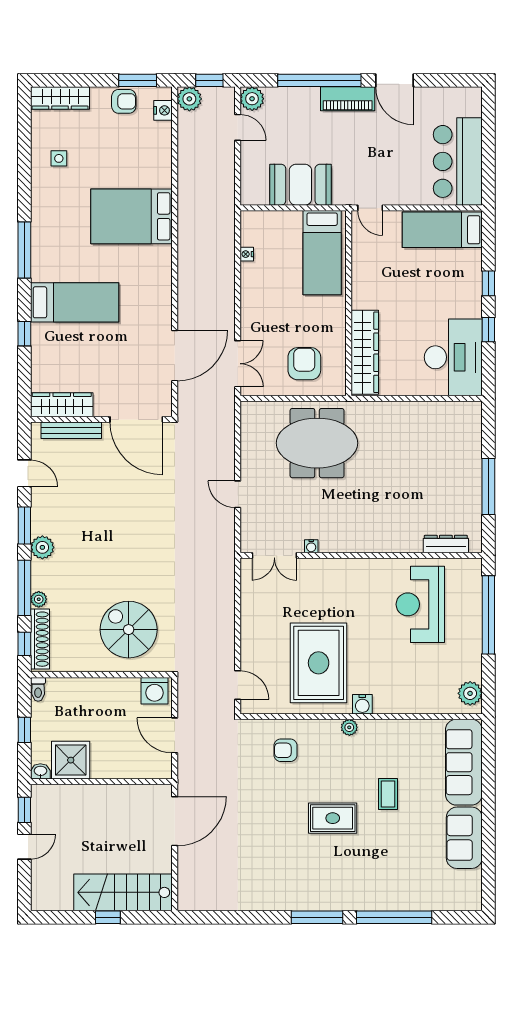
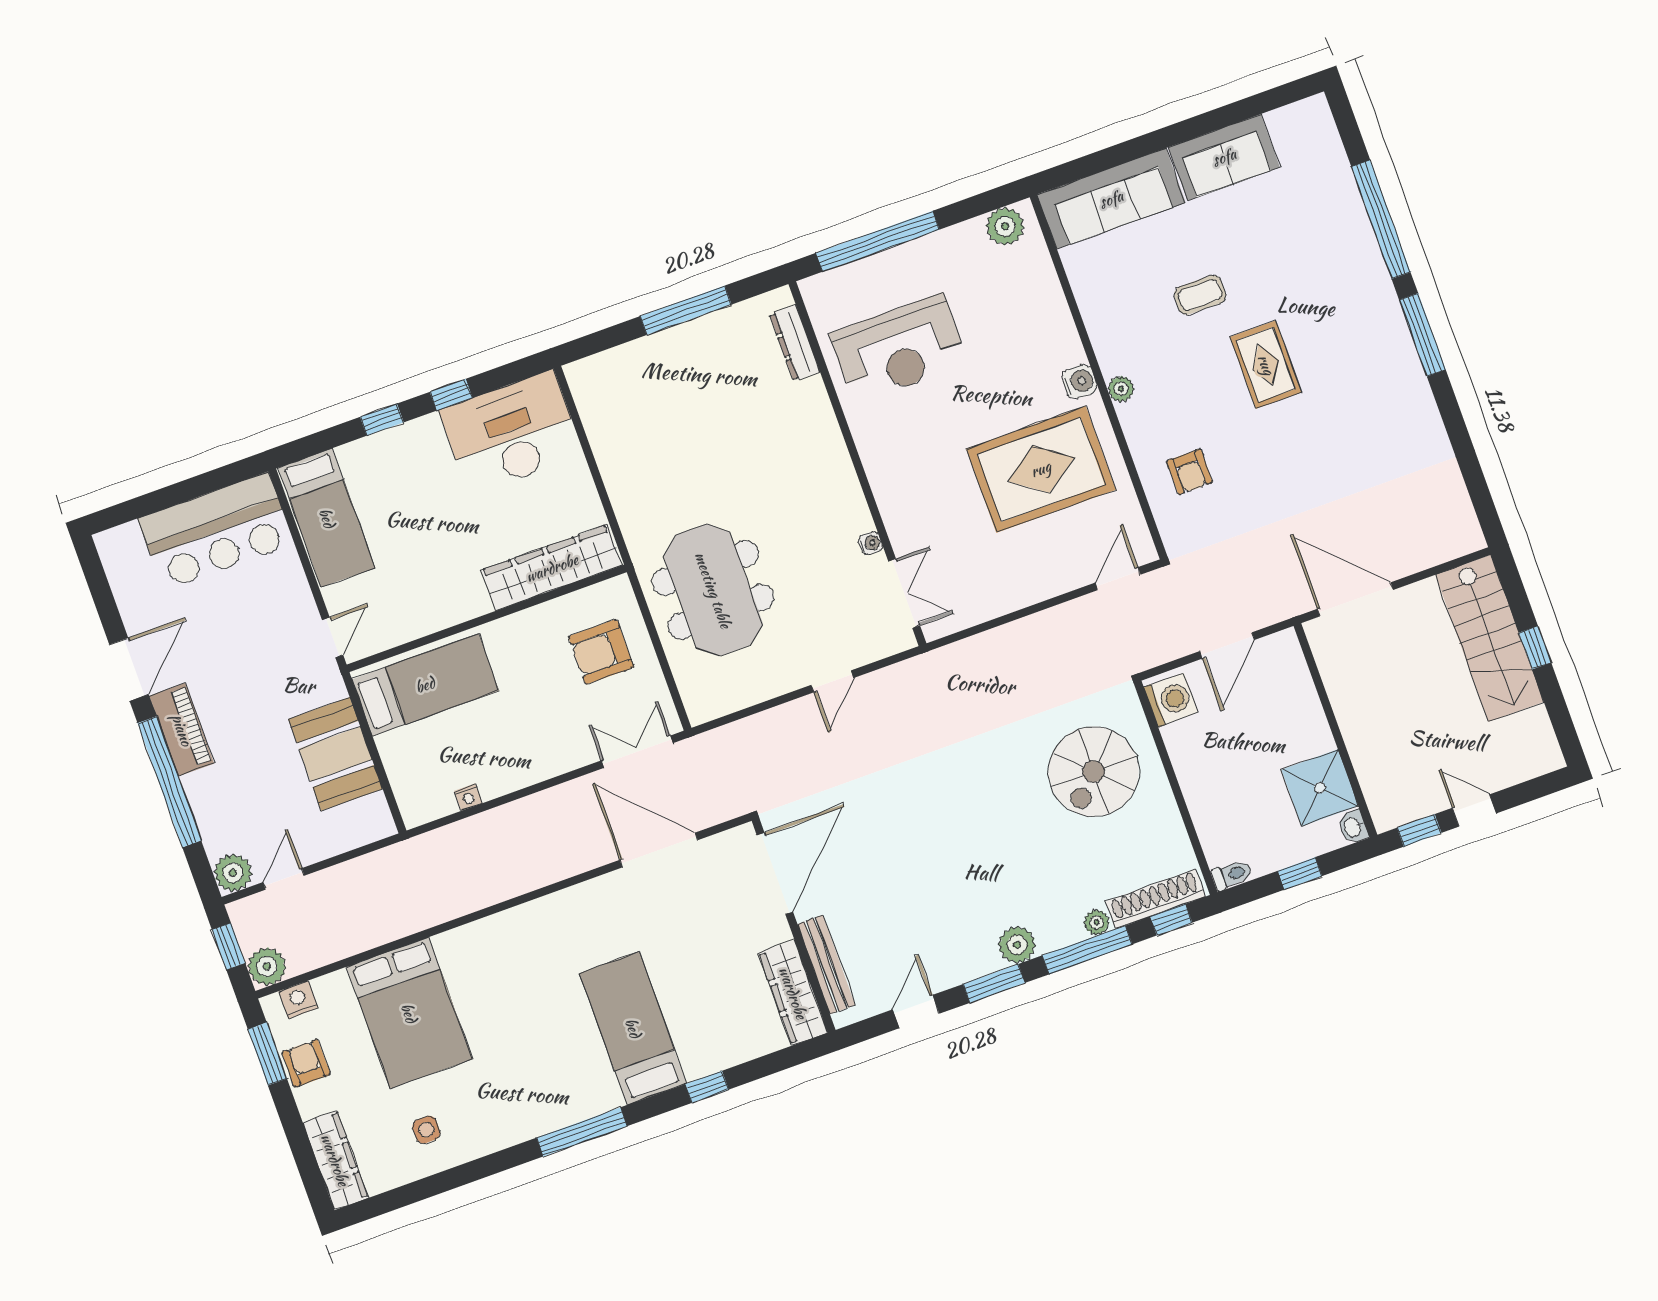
bed: (132, 216) -> (409, 1013), moved

